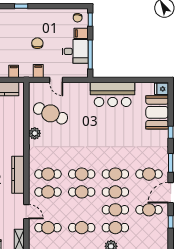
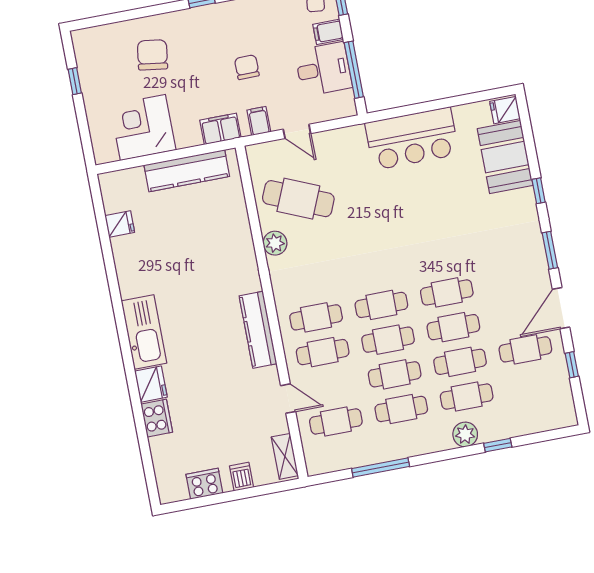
filing cabinet: (14, 71) -> (220, 129), width x2.00
cafe table: (149, 174) -> (395, 374), moved

